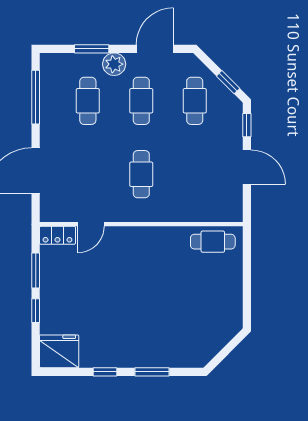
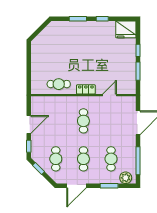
plant: (114, 64) -> (126, 178), moved
door: (247, 167) -> (29, 125), swing flipped
locker: (57, 235) -> (86, 89), moved
cafe table: (213, 242) -> (59, 84), moved

